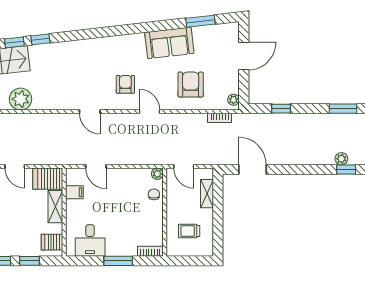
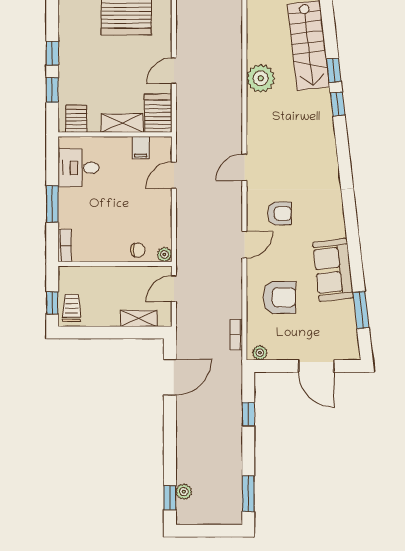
trolley: (189, 231) -> (72, 308), moved
window: (195, 261) -> (52, 303), added

